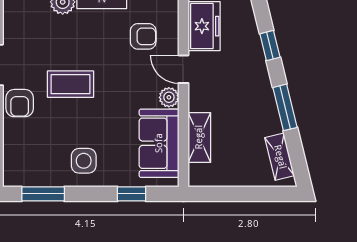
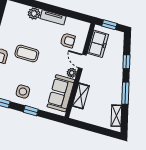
window: (132, 194) -> (31, 111), moved

